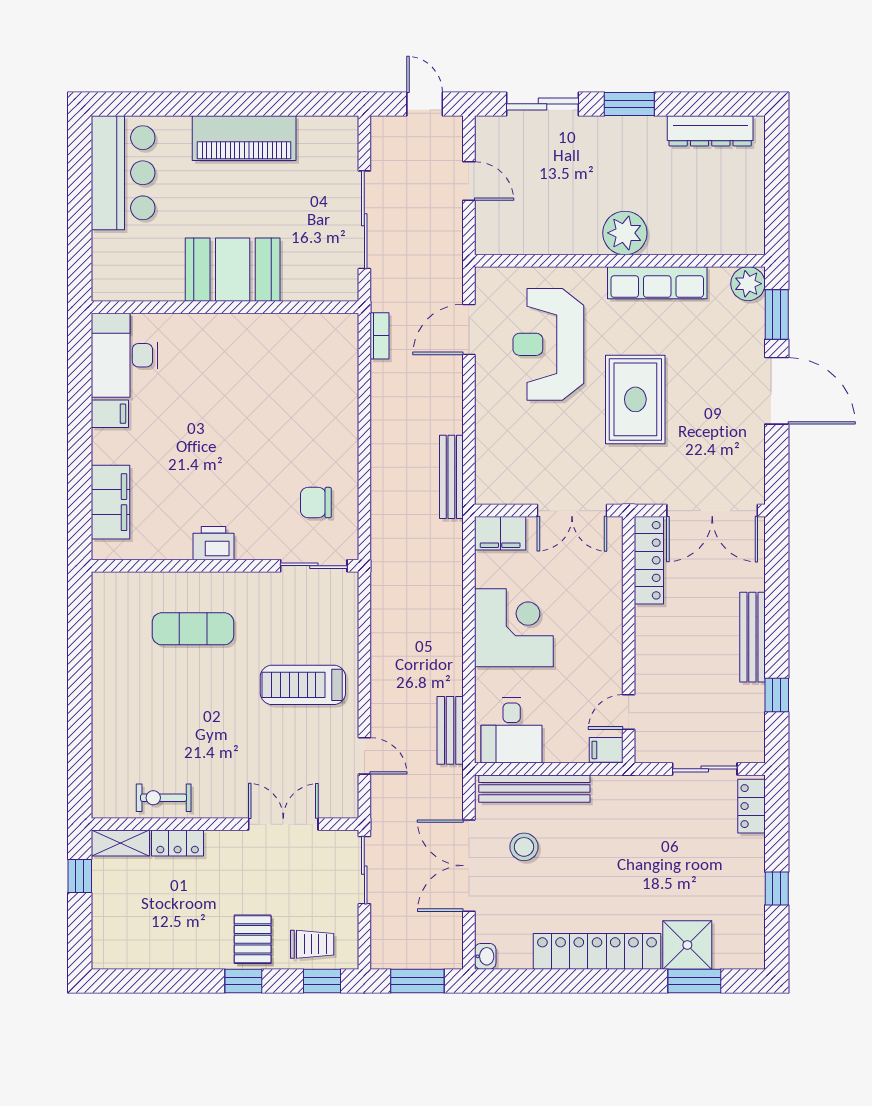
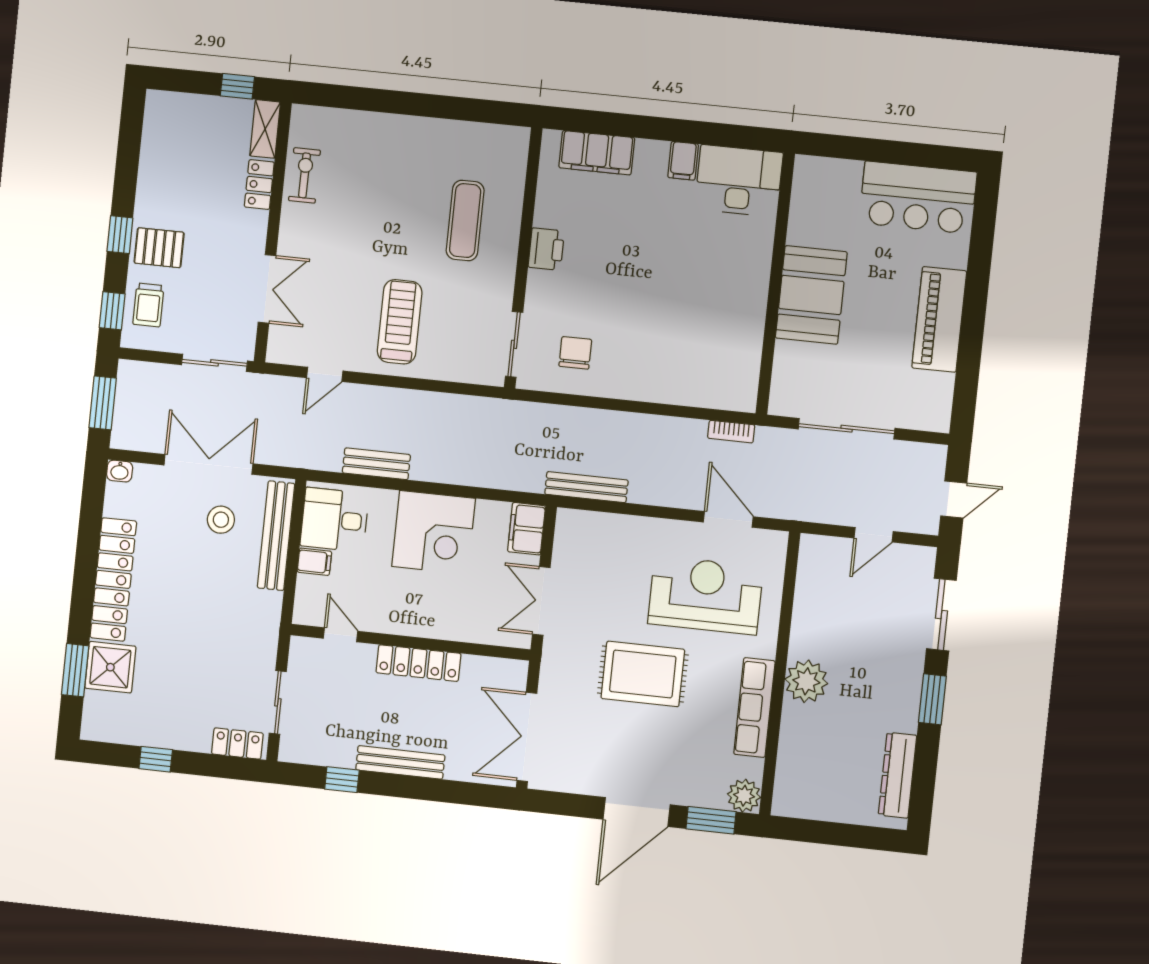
locker: (649, 560) -> (418, 663), moved
bench: (450, 730) -> (376, 464), moved
filing cabinet: (606, 750) -> (314, 562), moved, turned 90

